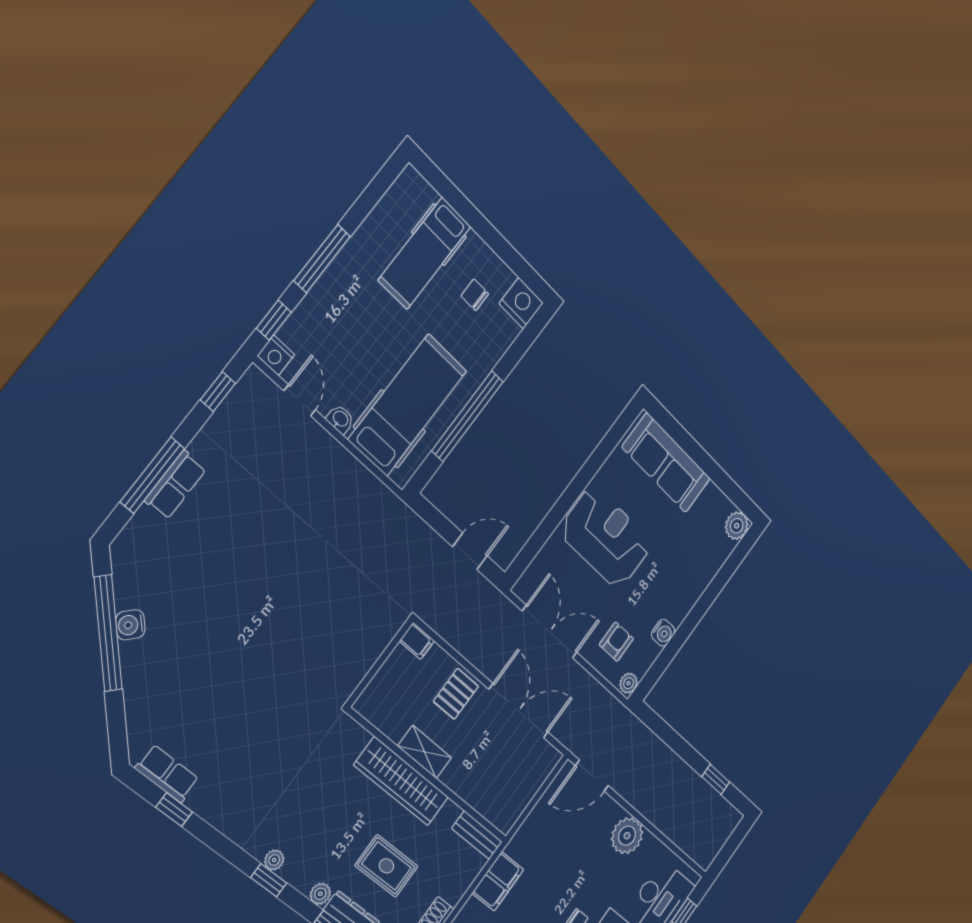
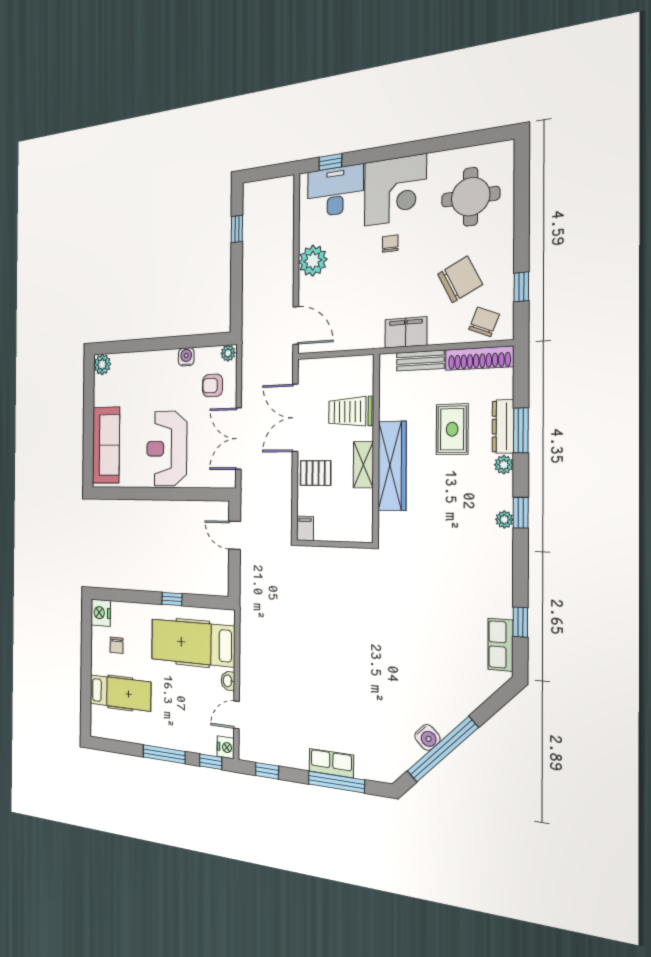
window: (468, 416) -> (172, 599), width x0.32
trolley: (479, 774) -> (350, 412), added
bench: (477, 835) -> (420, 361), moved, turned 90

